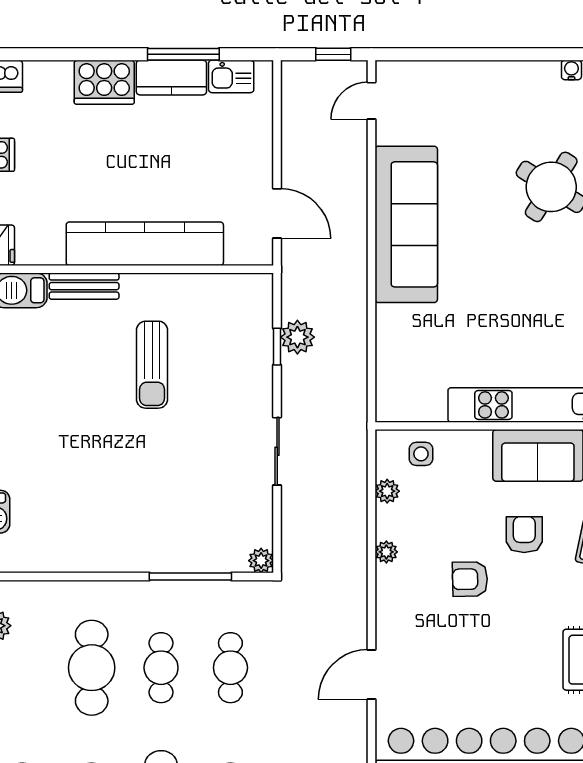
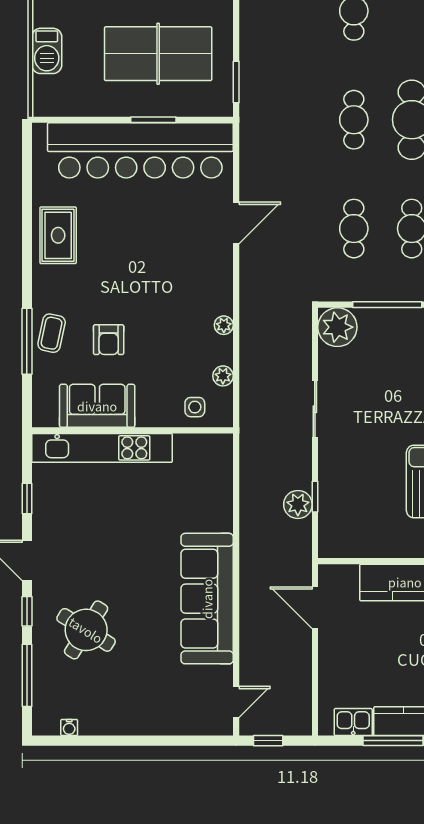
plant: (261, 561) -> (337, 327), width x1.87, depth x1.87
armchair: (470, 579) -> (154, 303), removed

